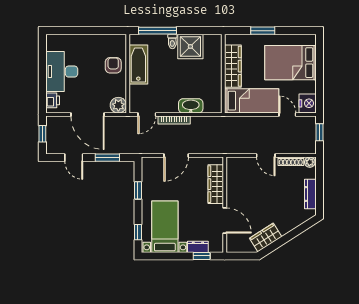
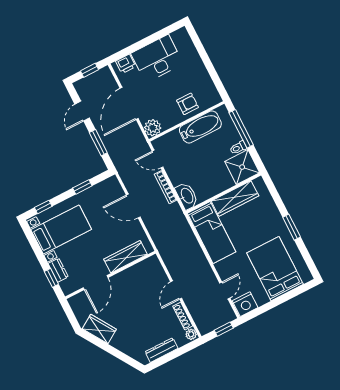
wardrobe: (233, 66) -> (235, 198), moved
wall: (223, 74) -> (223, 193), moved
bed: (252, 101) -> (212, 232), moved

